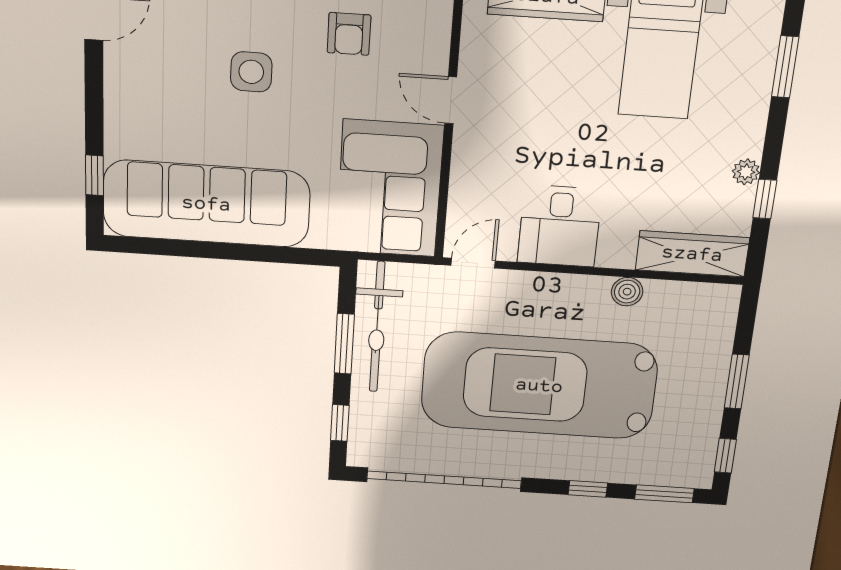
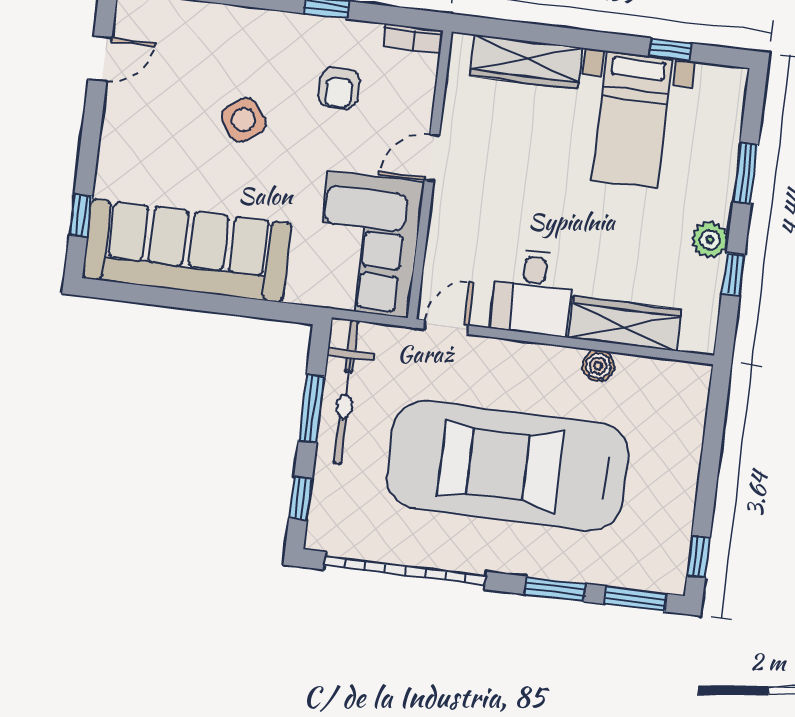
window: (785, 67) -> (746, 173), moved
side table: (251, 72) -> (244, 120), turned -38
door: (451, 100) -> (432, 158), hinge flipped
plant: (746, 172) -> (710, 240), width x1.38, depth x1.38
wardrobe: (692, 254) -> (625, 324), moved
window: (737, 382) -> (709, 471), removed
window: (588, 489) -> (555, 589), width x1.50

